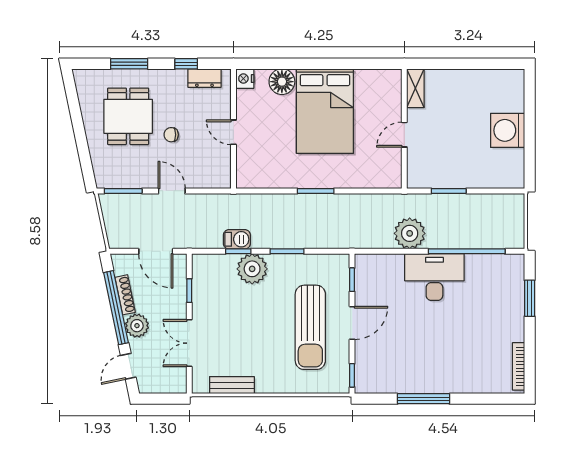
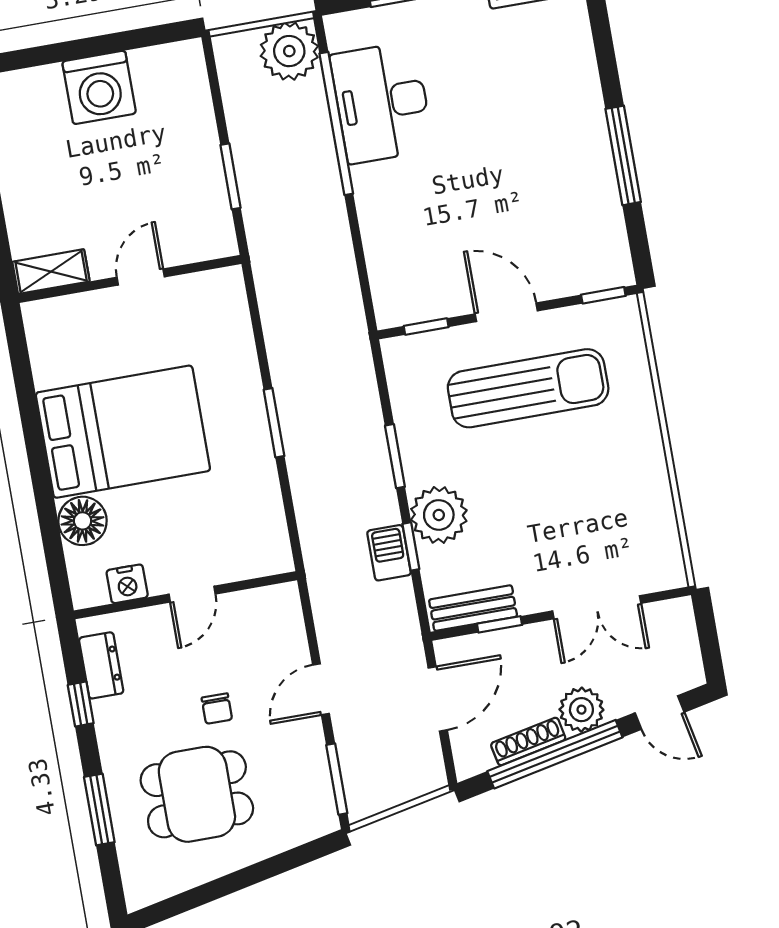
nightstand: (245, 79) -> (127, 584), moved
door: (404, 135) -> (141, 277), swing flipped
plant: (410, 233) -> (289, 51), moved
desk: (434, 277) -> (382, 102), moved
bench: (232, 385) -> (473, 608), moved, turned 90

